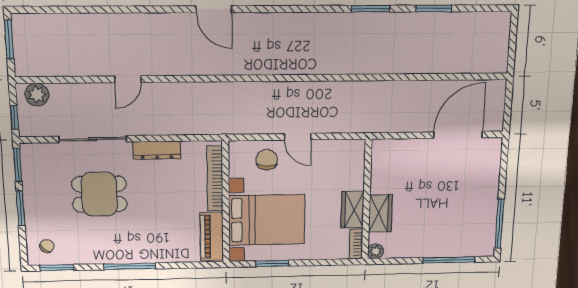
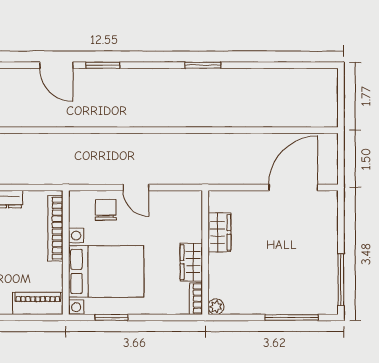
window: (434, 8) -> (103, 65), moved
wardrobe: (380, 213) -> (219, 232), moved
piano: (212, 236) -> (38, 303), moved, turned 90

